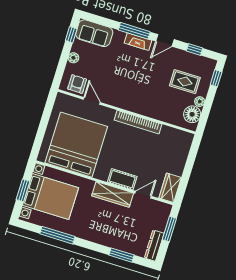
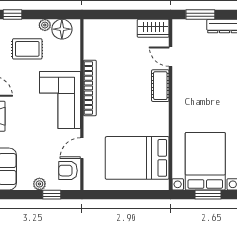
window: (71, 35) -> (52, 195), moved
rug: (185, 82) -> (27, 49), turned 90
corner sofa: (136, 95) -> (60, 100), added
bed: (76, 145) -> (137, 158), width x0.73
wardrobe: (113, 194) -> (181, 91), removed

